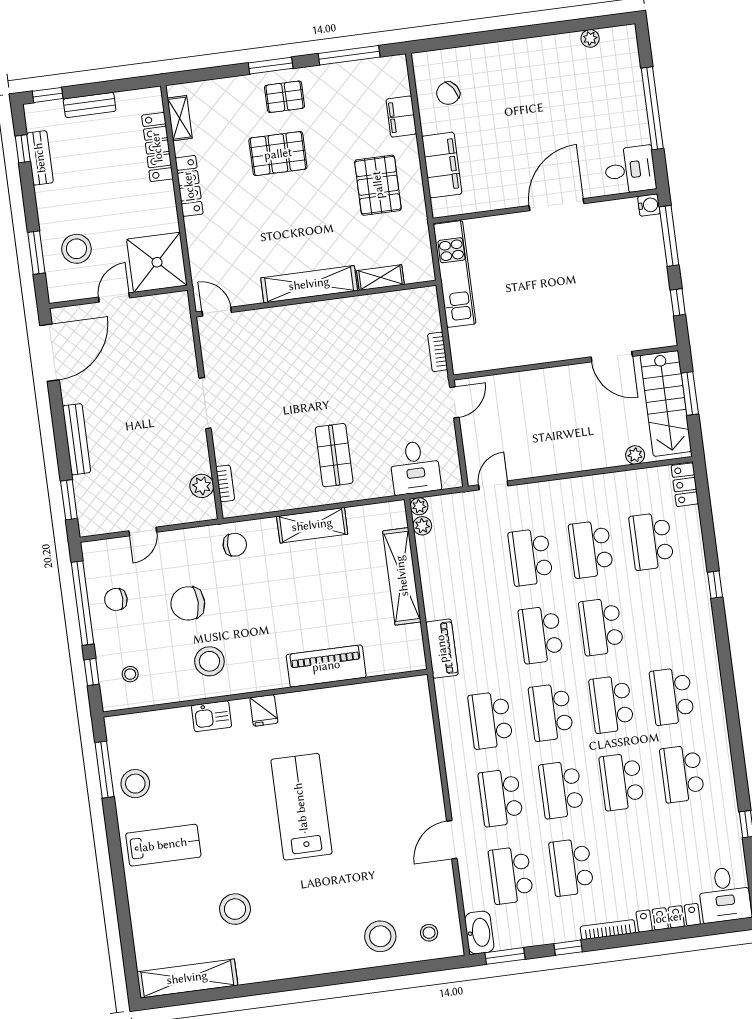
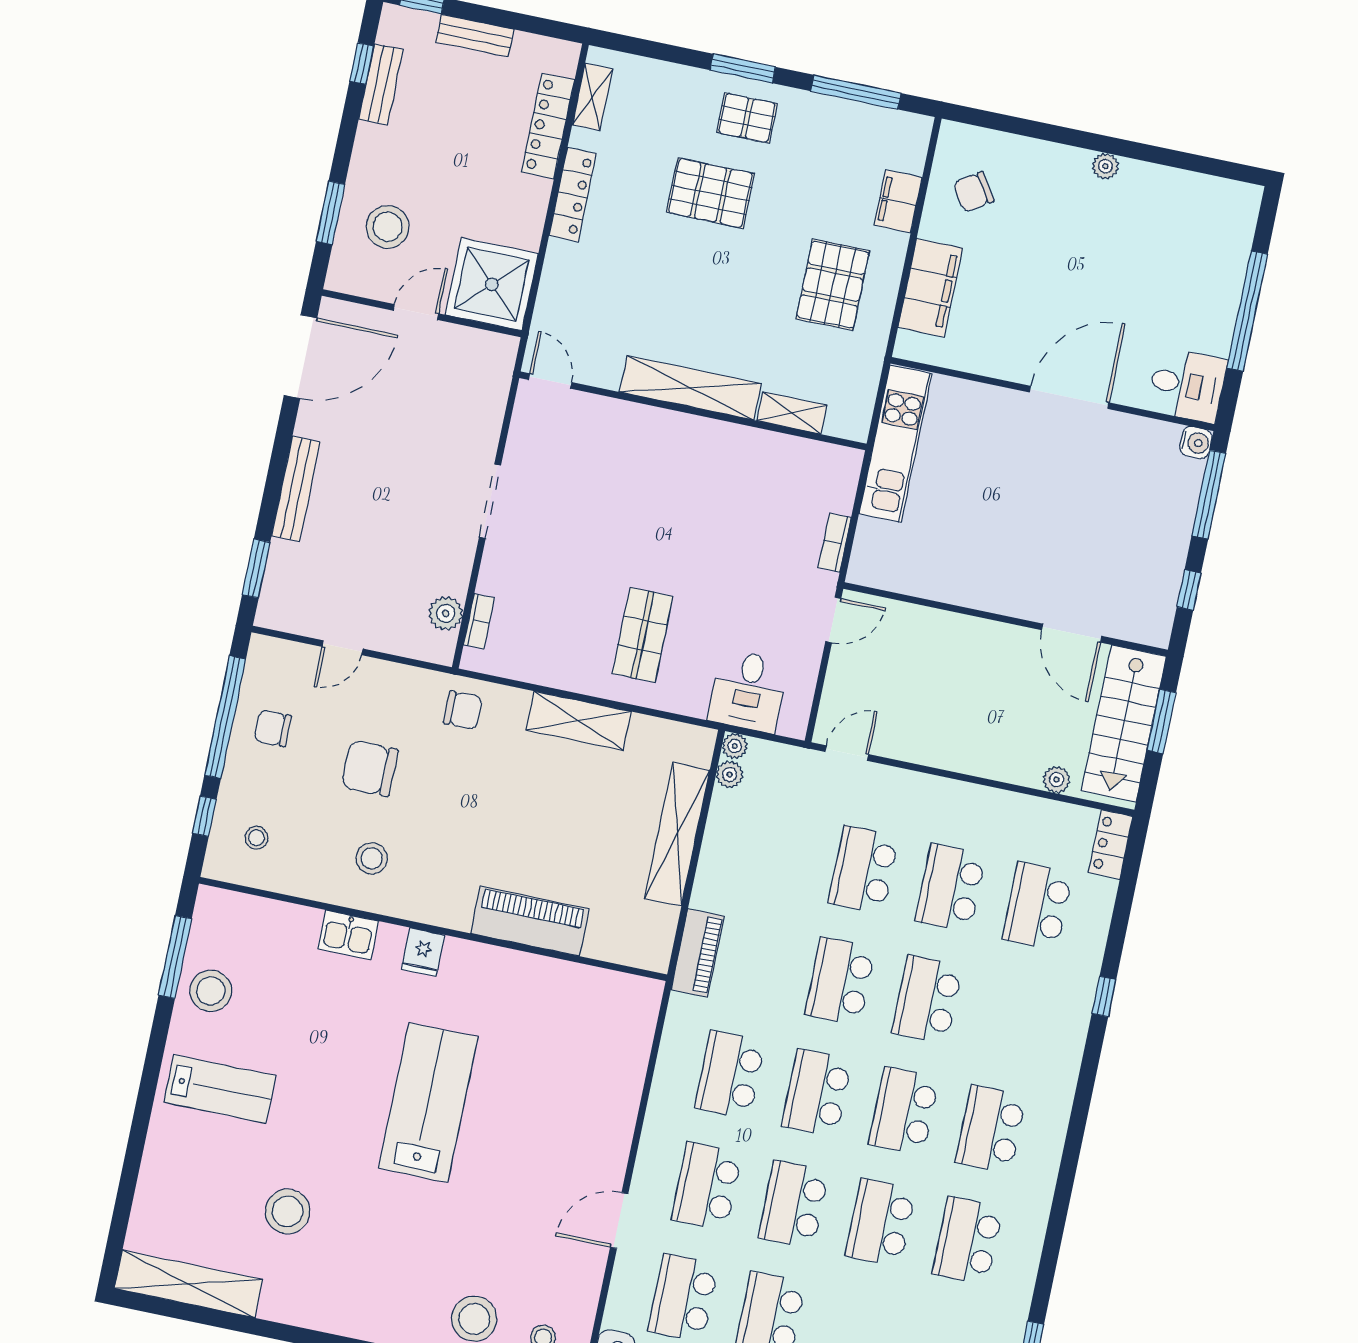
plant: (590, 38) -> (1105, 166), moved
stool: (209, 661) -> (372, 858), width x0.73, depth x0.73

